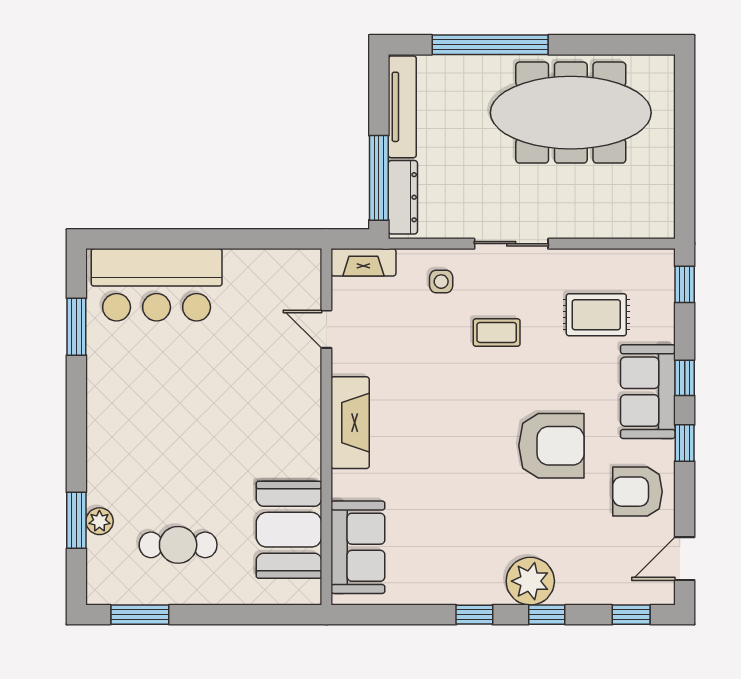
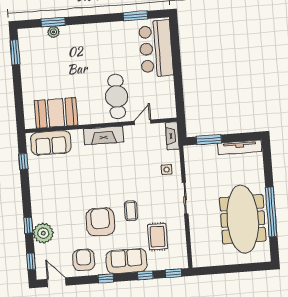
window: (490, 45) -> (271, 212), moved
window: (379, 178) -> (209, 140), width x0.69
dresser: (403, 197) -> (201, 150), removed
coffee table: (497, 332) -> (131, 211), moved
window: (685, 378) -> (145, 275), moved
armchair: (551, 446) -> (100, 222), turned 180
cafe table: (178, 545) -> (117, 97), moved, width x1.37, depth x1.35
plant: (530, 581) -> (43, 233), moved
window: (474, 615) -> (23, 161), moved

